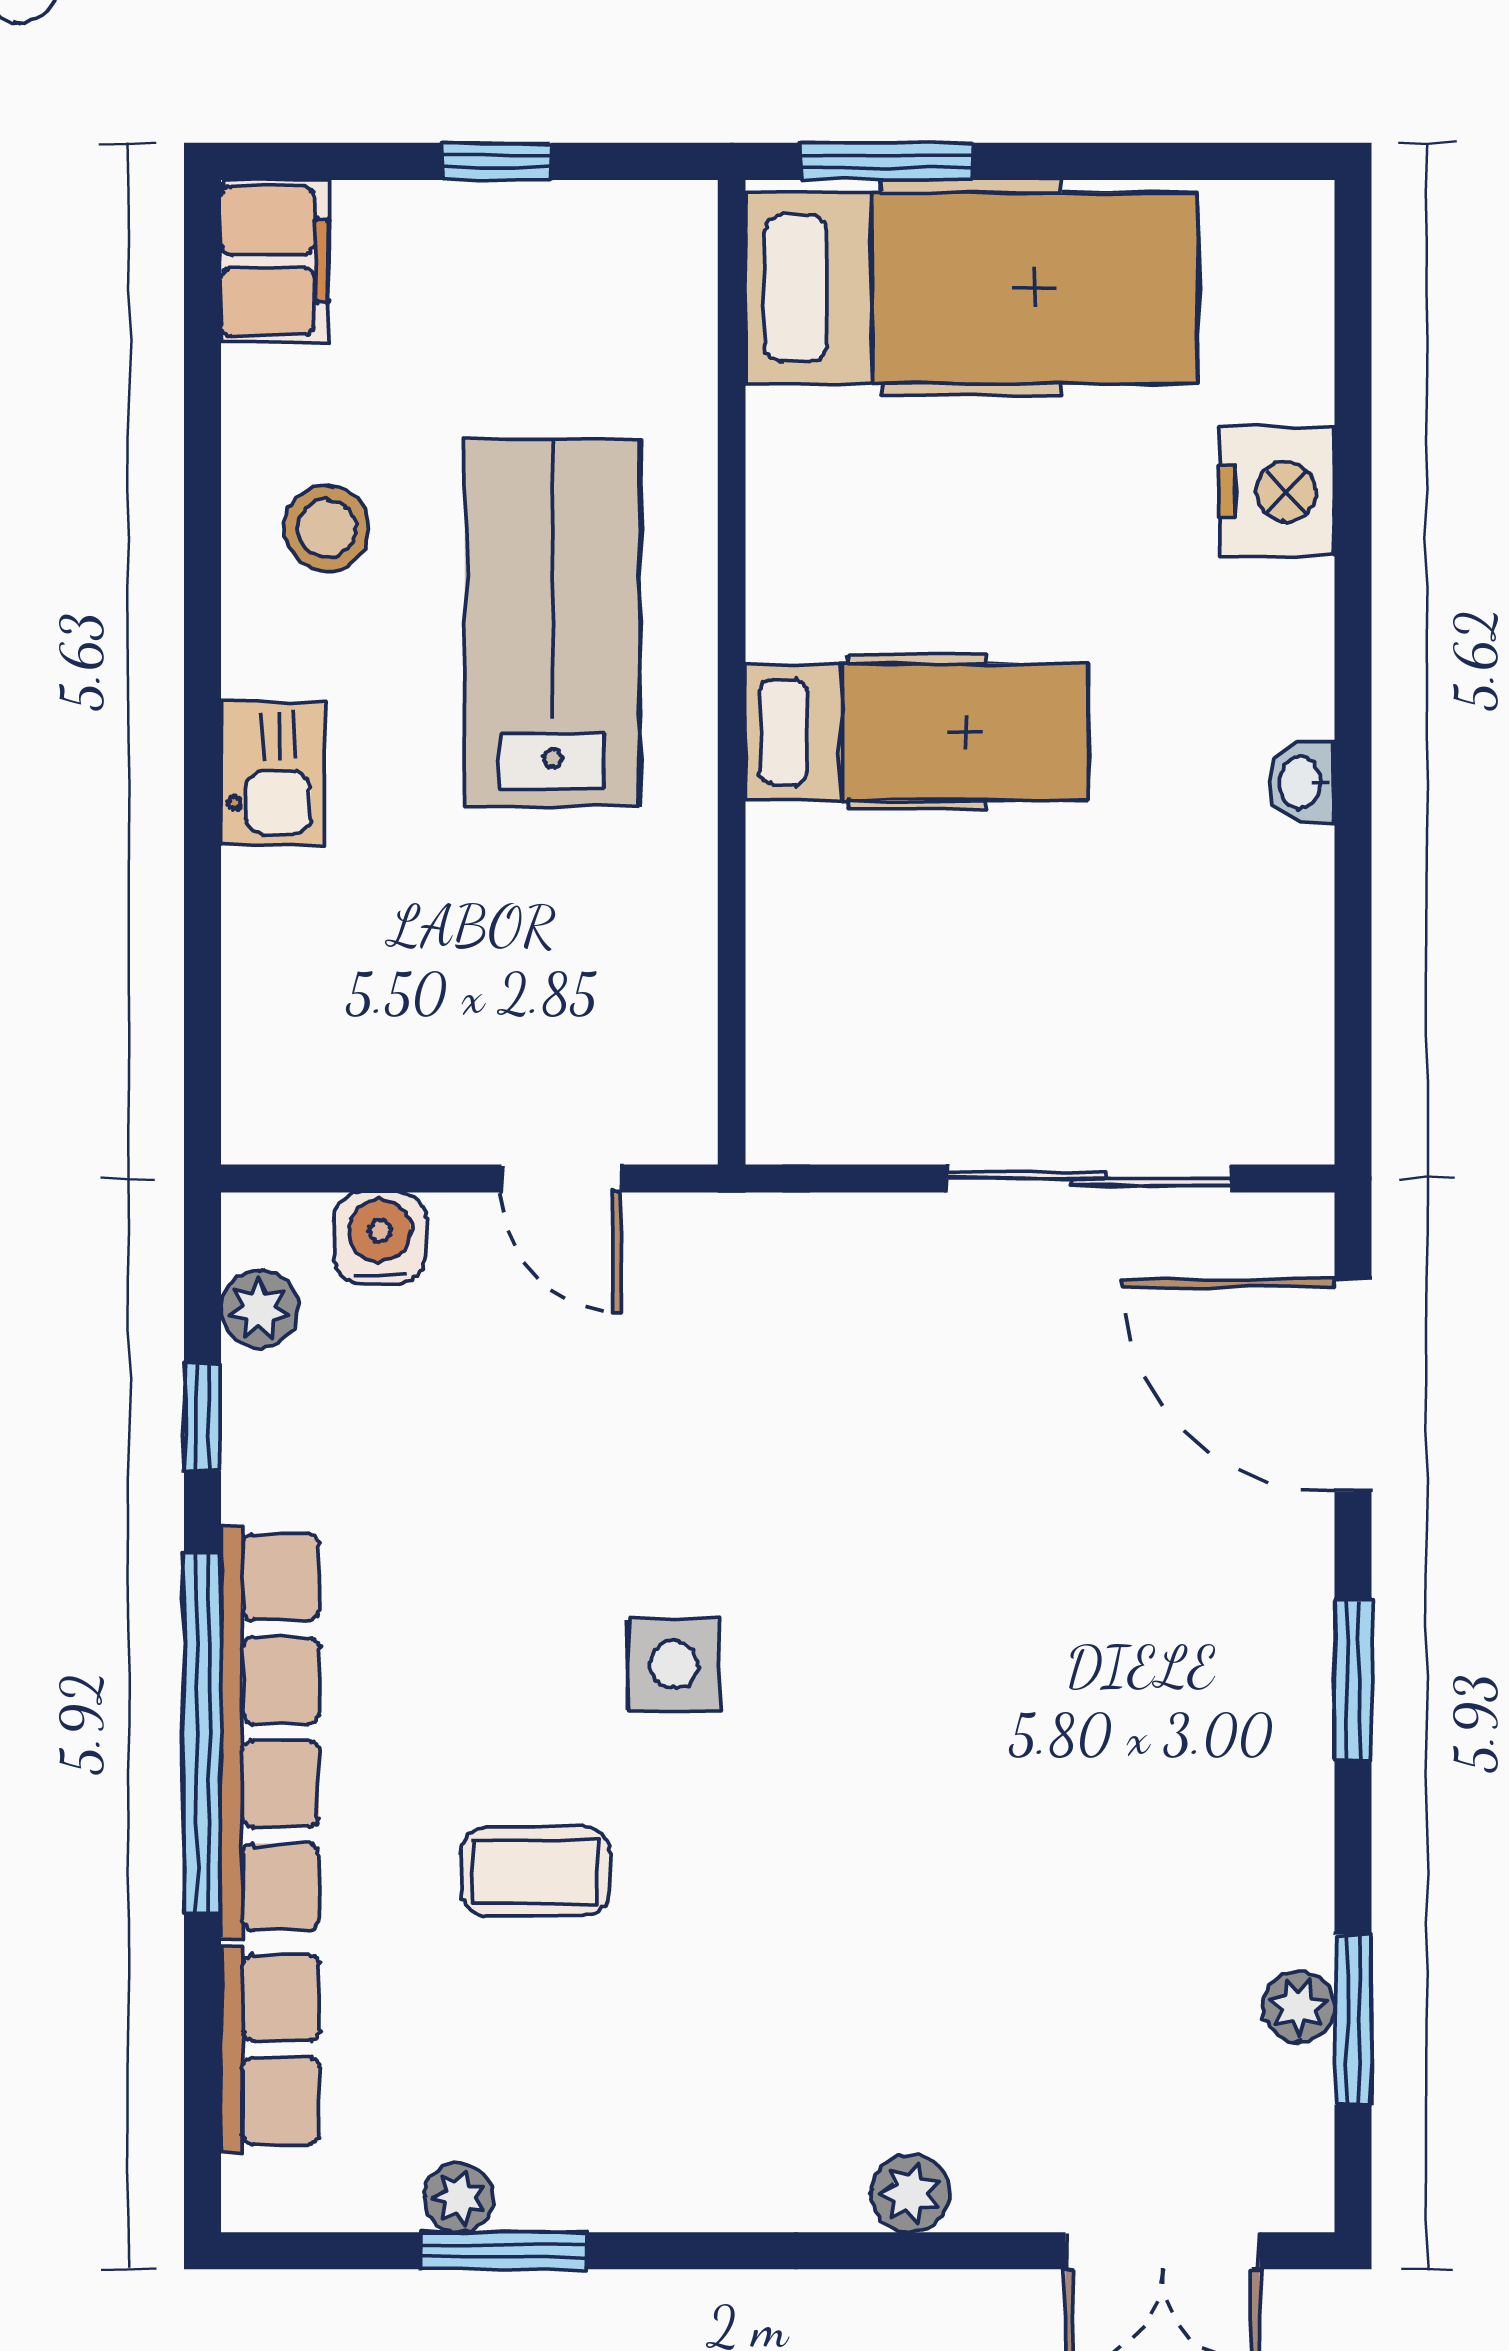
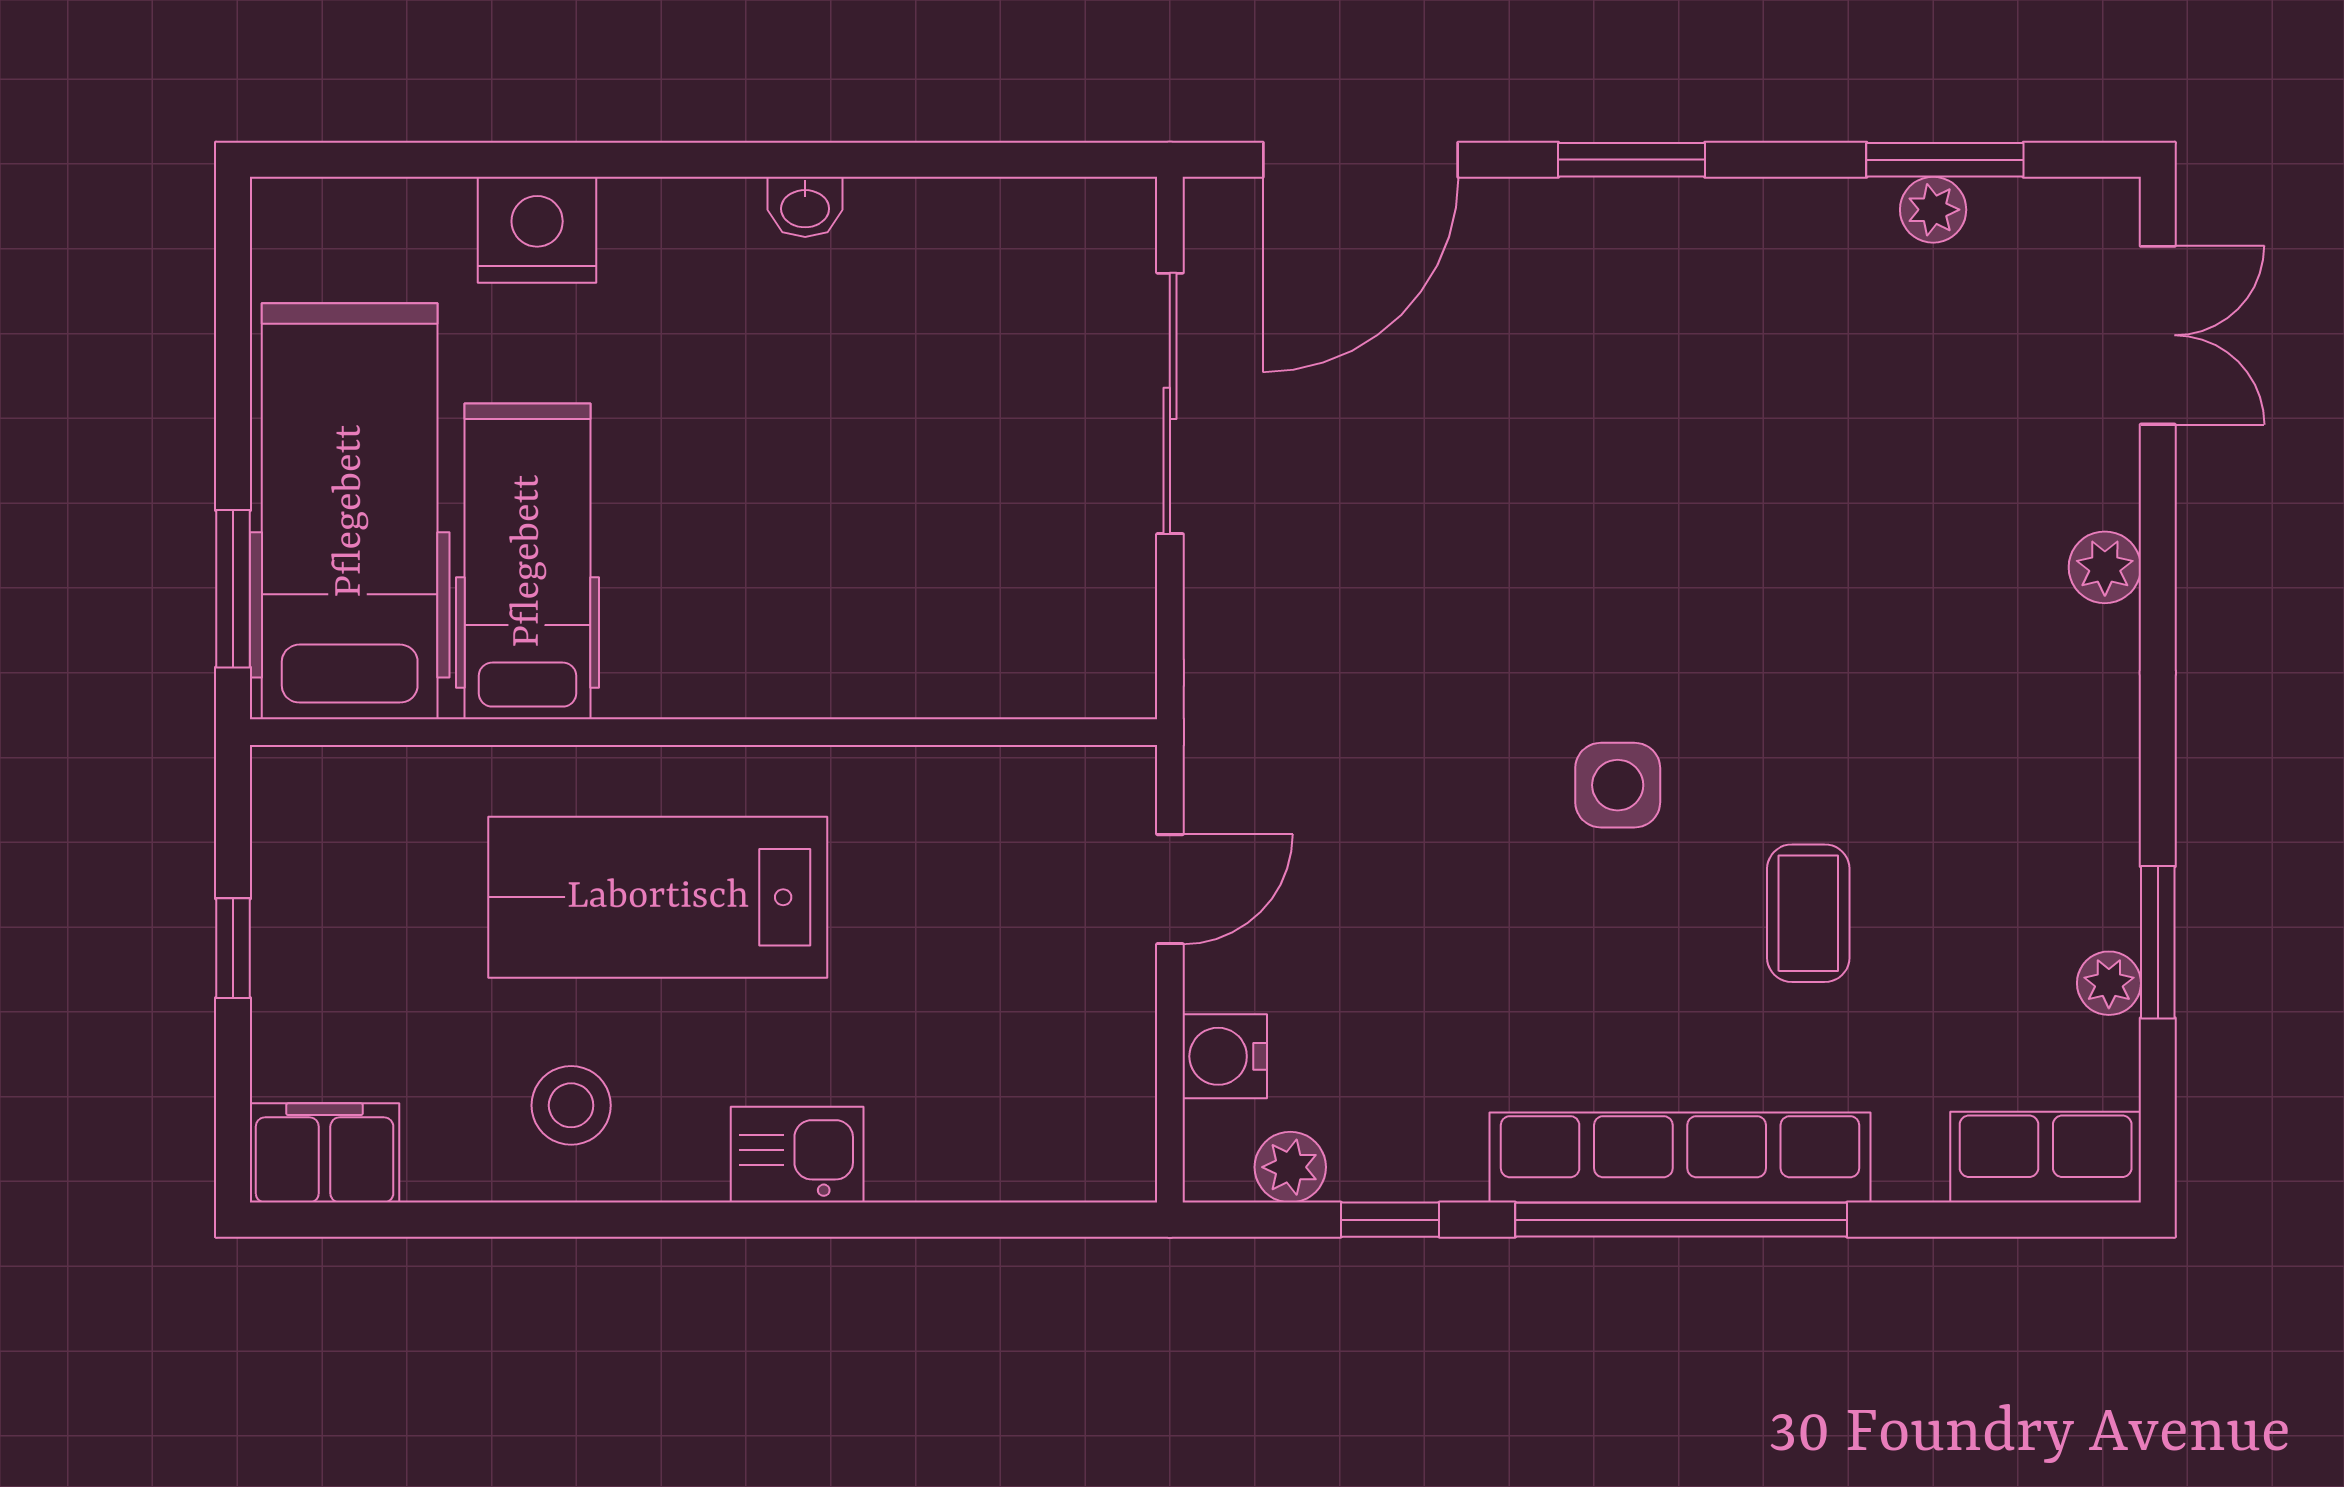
hospital bed: (917, 732) -> (528, 561), moved
row of seats: (270, 2049) -> (2046, 1157), moved

